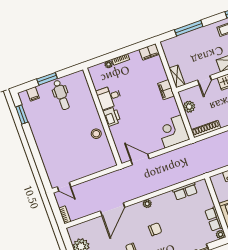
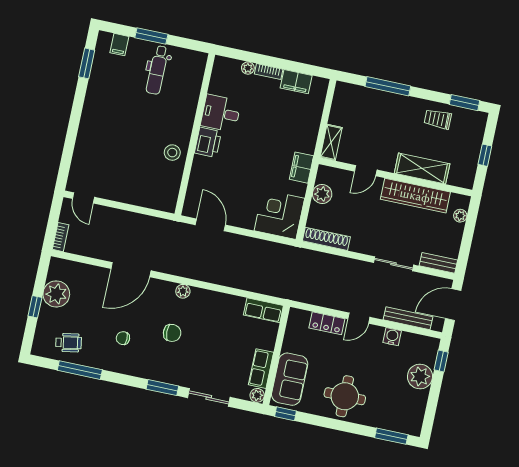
filing cabinet: (149, 52) -> (296, 82), moved
filing cabinet: (166, 90) -> (301, 168), moved
row of seats: (185, 191) -> (263, 310), moved

